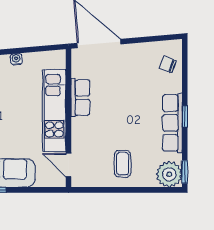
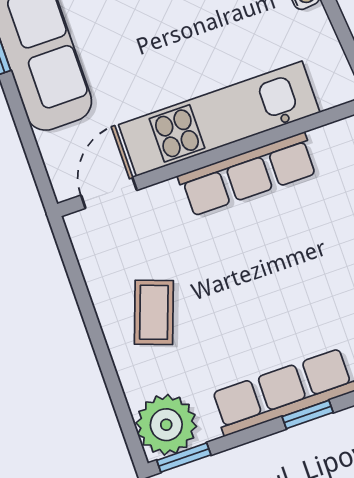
row of seats: (80, 98) -> (248, 174), width x1.48
coffee table: (123, 164) -> (154, 312), turned -70

